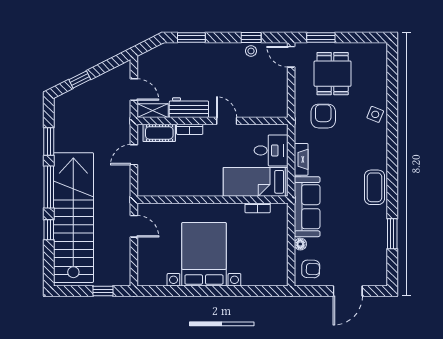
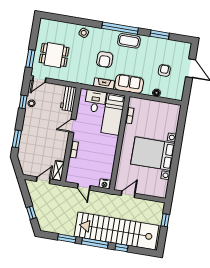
workbench: (189, 108) -> (68, 98), moved
armchair: (323, 116) -> (105, 59), moved, turned -90
cot: (159, 133) -> (73, 169), removed
window: (392, 170) -> (120, 28), added
nightstand: (144, 187) -> (105, 184), added
sofa: (307, 207) -> (129, 84), width x0.73
armchair: (311, 269) -> (164, 71), moved

